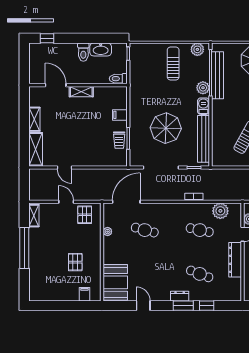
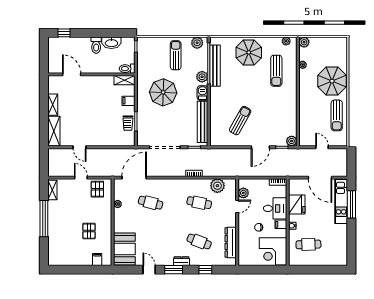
shelving: (81, 92) -> (124, 80), moved
parasol: (166, 128) -> (163, 92), moved
dresser: (235, 260) -> (231, 242), moved
window: (183, 306) -> (174, 270), moved

